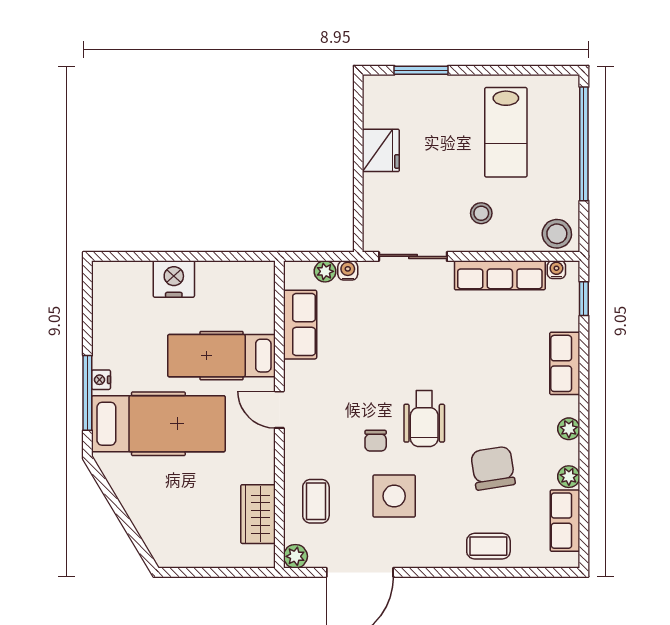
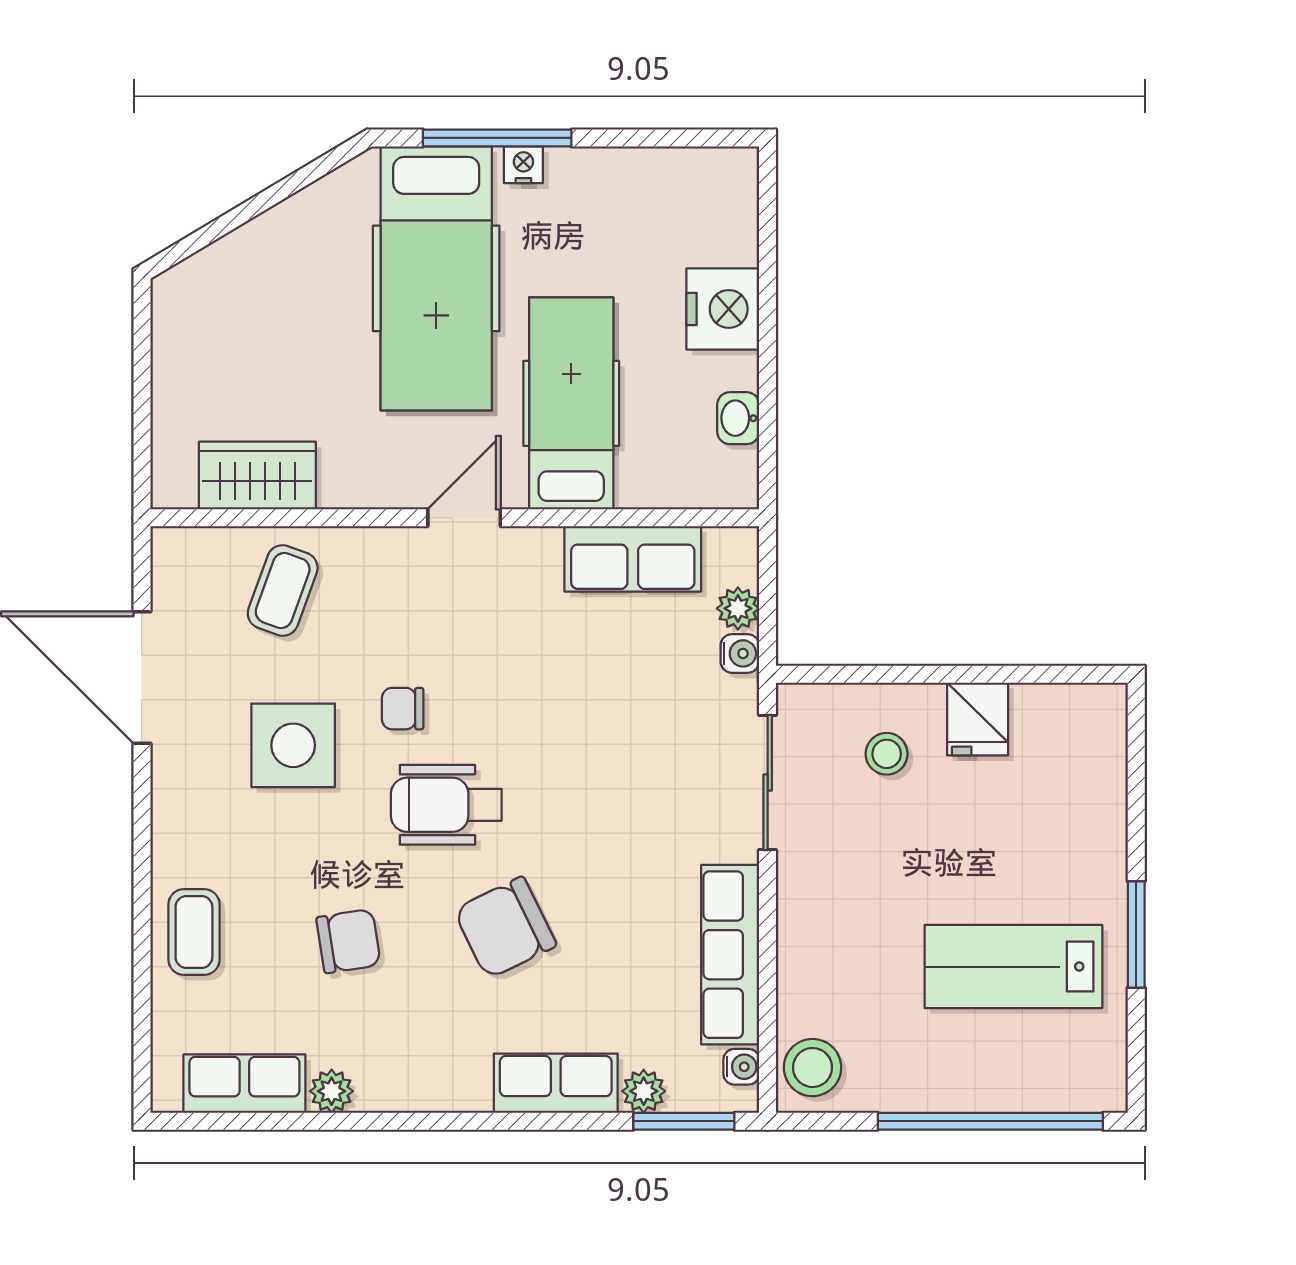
window: (421, 70) -> (1136, 934), moved
fridge: (381, 150) -> (978, 719), width x0.72
stool: (481, 213) -> (887, 754), moved
washbasin: (229, 271) -> (738, 418), added
window: (584, 299) -> (684, 1121), width x1.50
chair: (486, 389) -> (505, 928), added
plant: (569, 429) -> (644, 1091), moved
chair: (493, 468) -> (348, 941), width x0.73, depth x0.73
coffee table: (316, 501) -> (283, 591), turned -70
plant: (295, 556) -> (174, 550), removed

